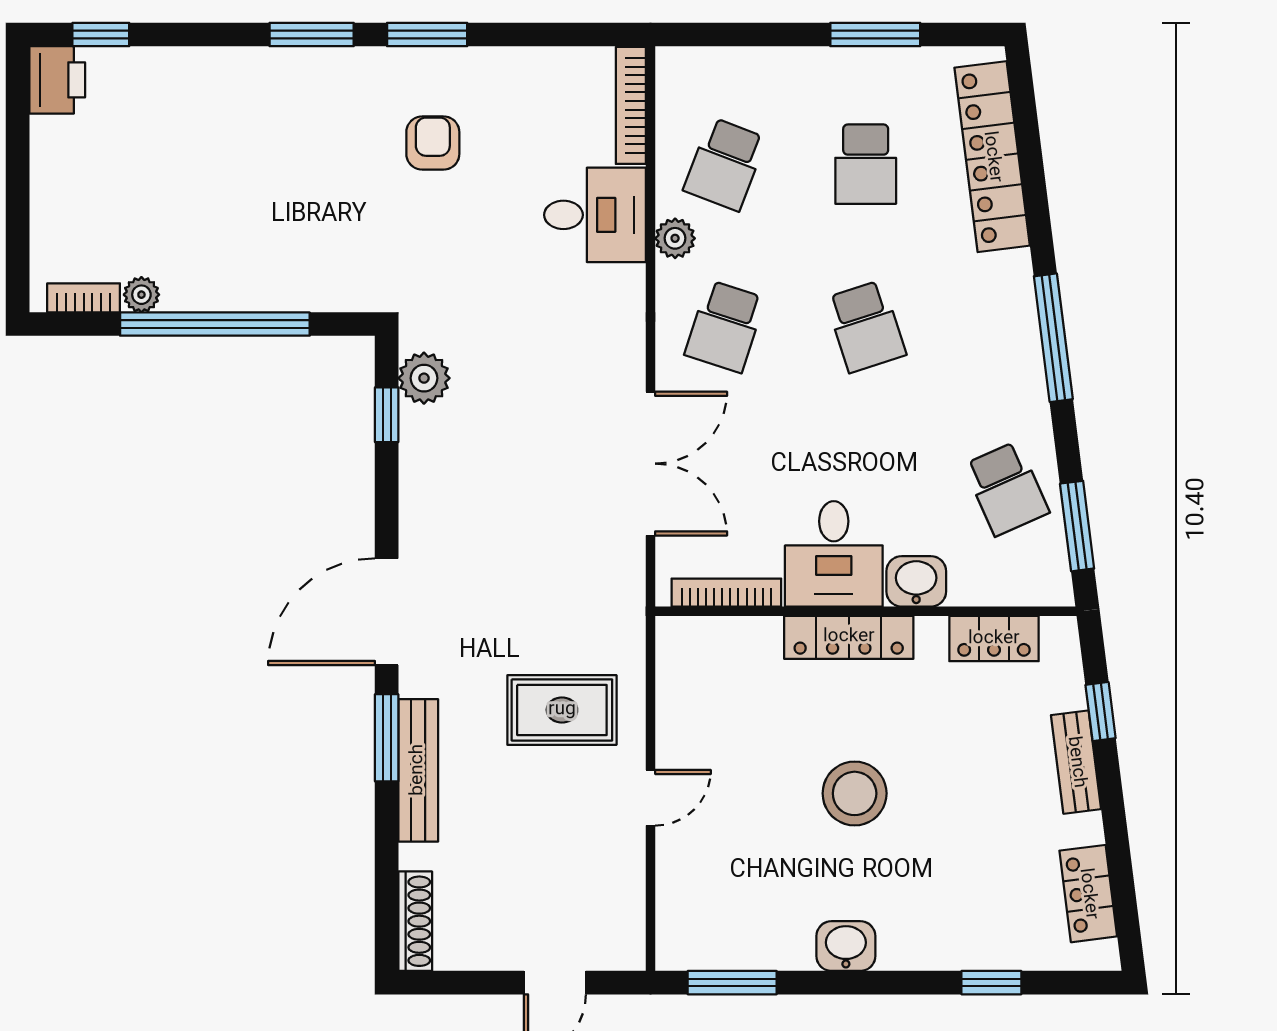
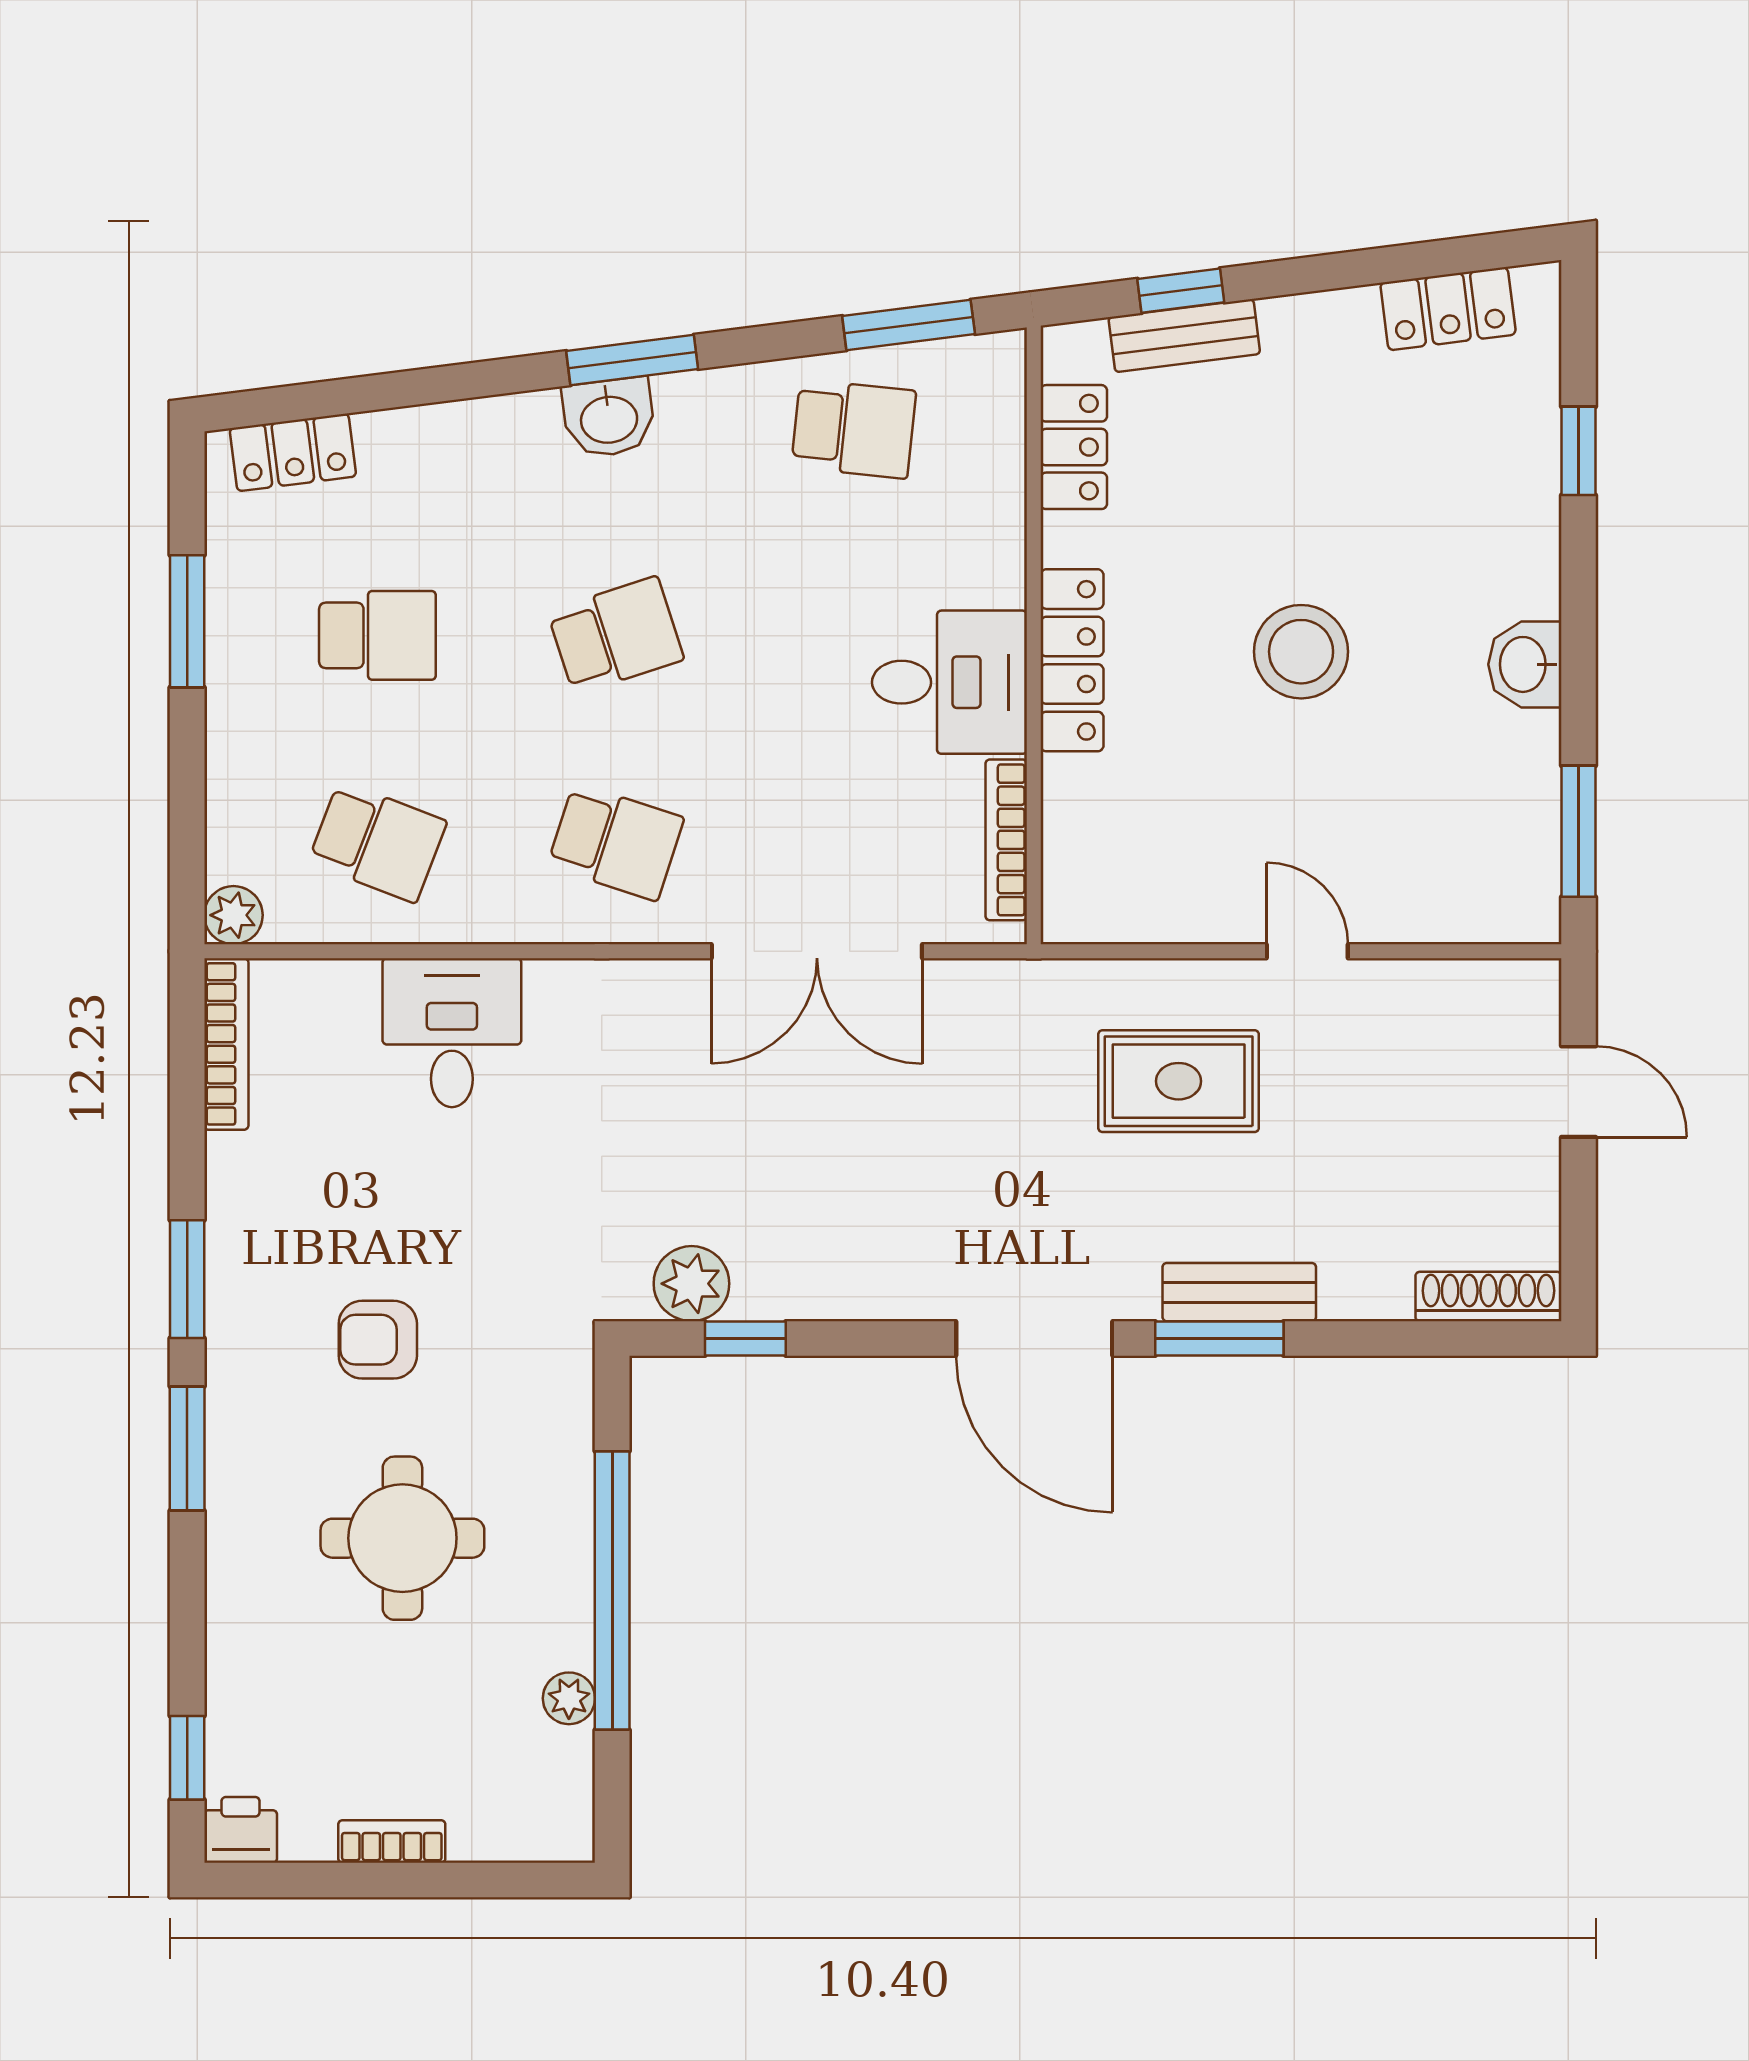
printer: (57, 80) -> (241, 1830), width x0.73, depth x0.81
bookcase: (631, 105) -> (226, 1044), moved, turned -90
armchair: (433, 143) -> (378, 1340), moved
locker: (992, 157) -> (293, 452), width x0.46, depth x0.83
round table: (251, 181) -> (402, 1538), added
plant: (675, 238) -> (233, 915), moved
bookcase: (84, 298) -> (392, 1841), moved, turned 90
window: (1053, 338) -> (632, 360), width x0.69
double door: (651, 464) -> (817, 951), swing flipped
school desk: (1006, 489) -> (854, 429), turned 30
washbasin: (916, 581) -> (609, 418), moved, turned -97
rug: (562, 710) -> (1179, 1081), turned 90
bench: (1076, 762) -> (1184, 336), moved
bench: (418, 770) -> (1239, 1292), width x0.73

